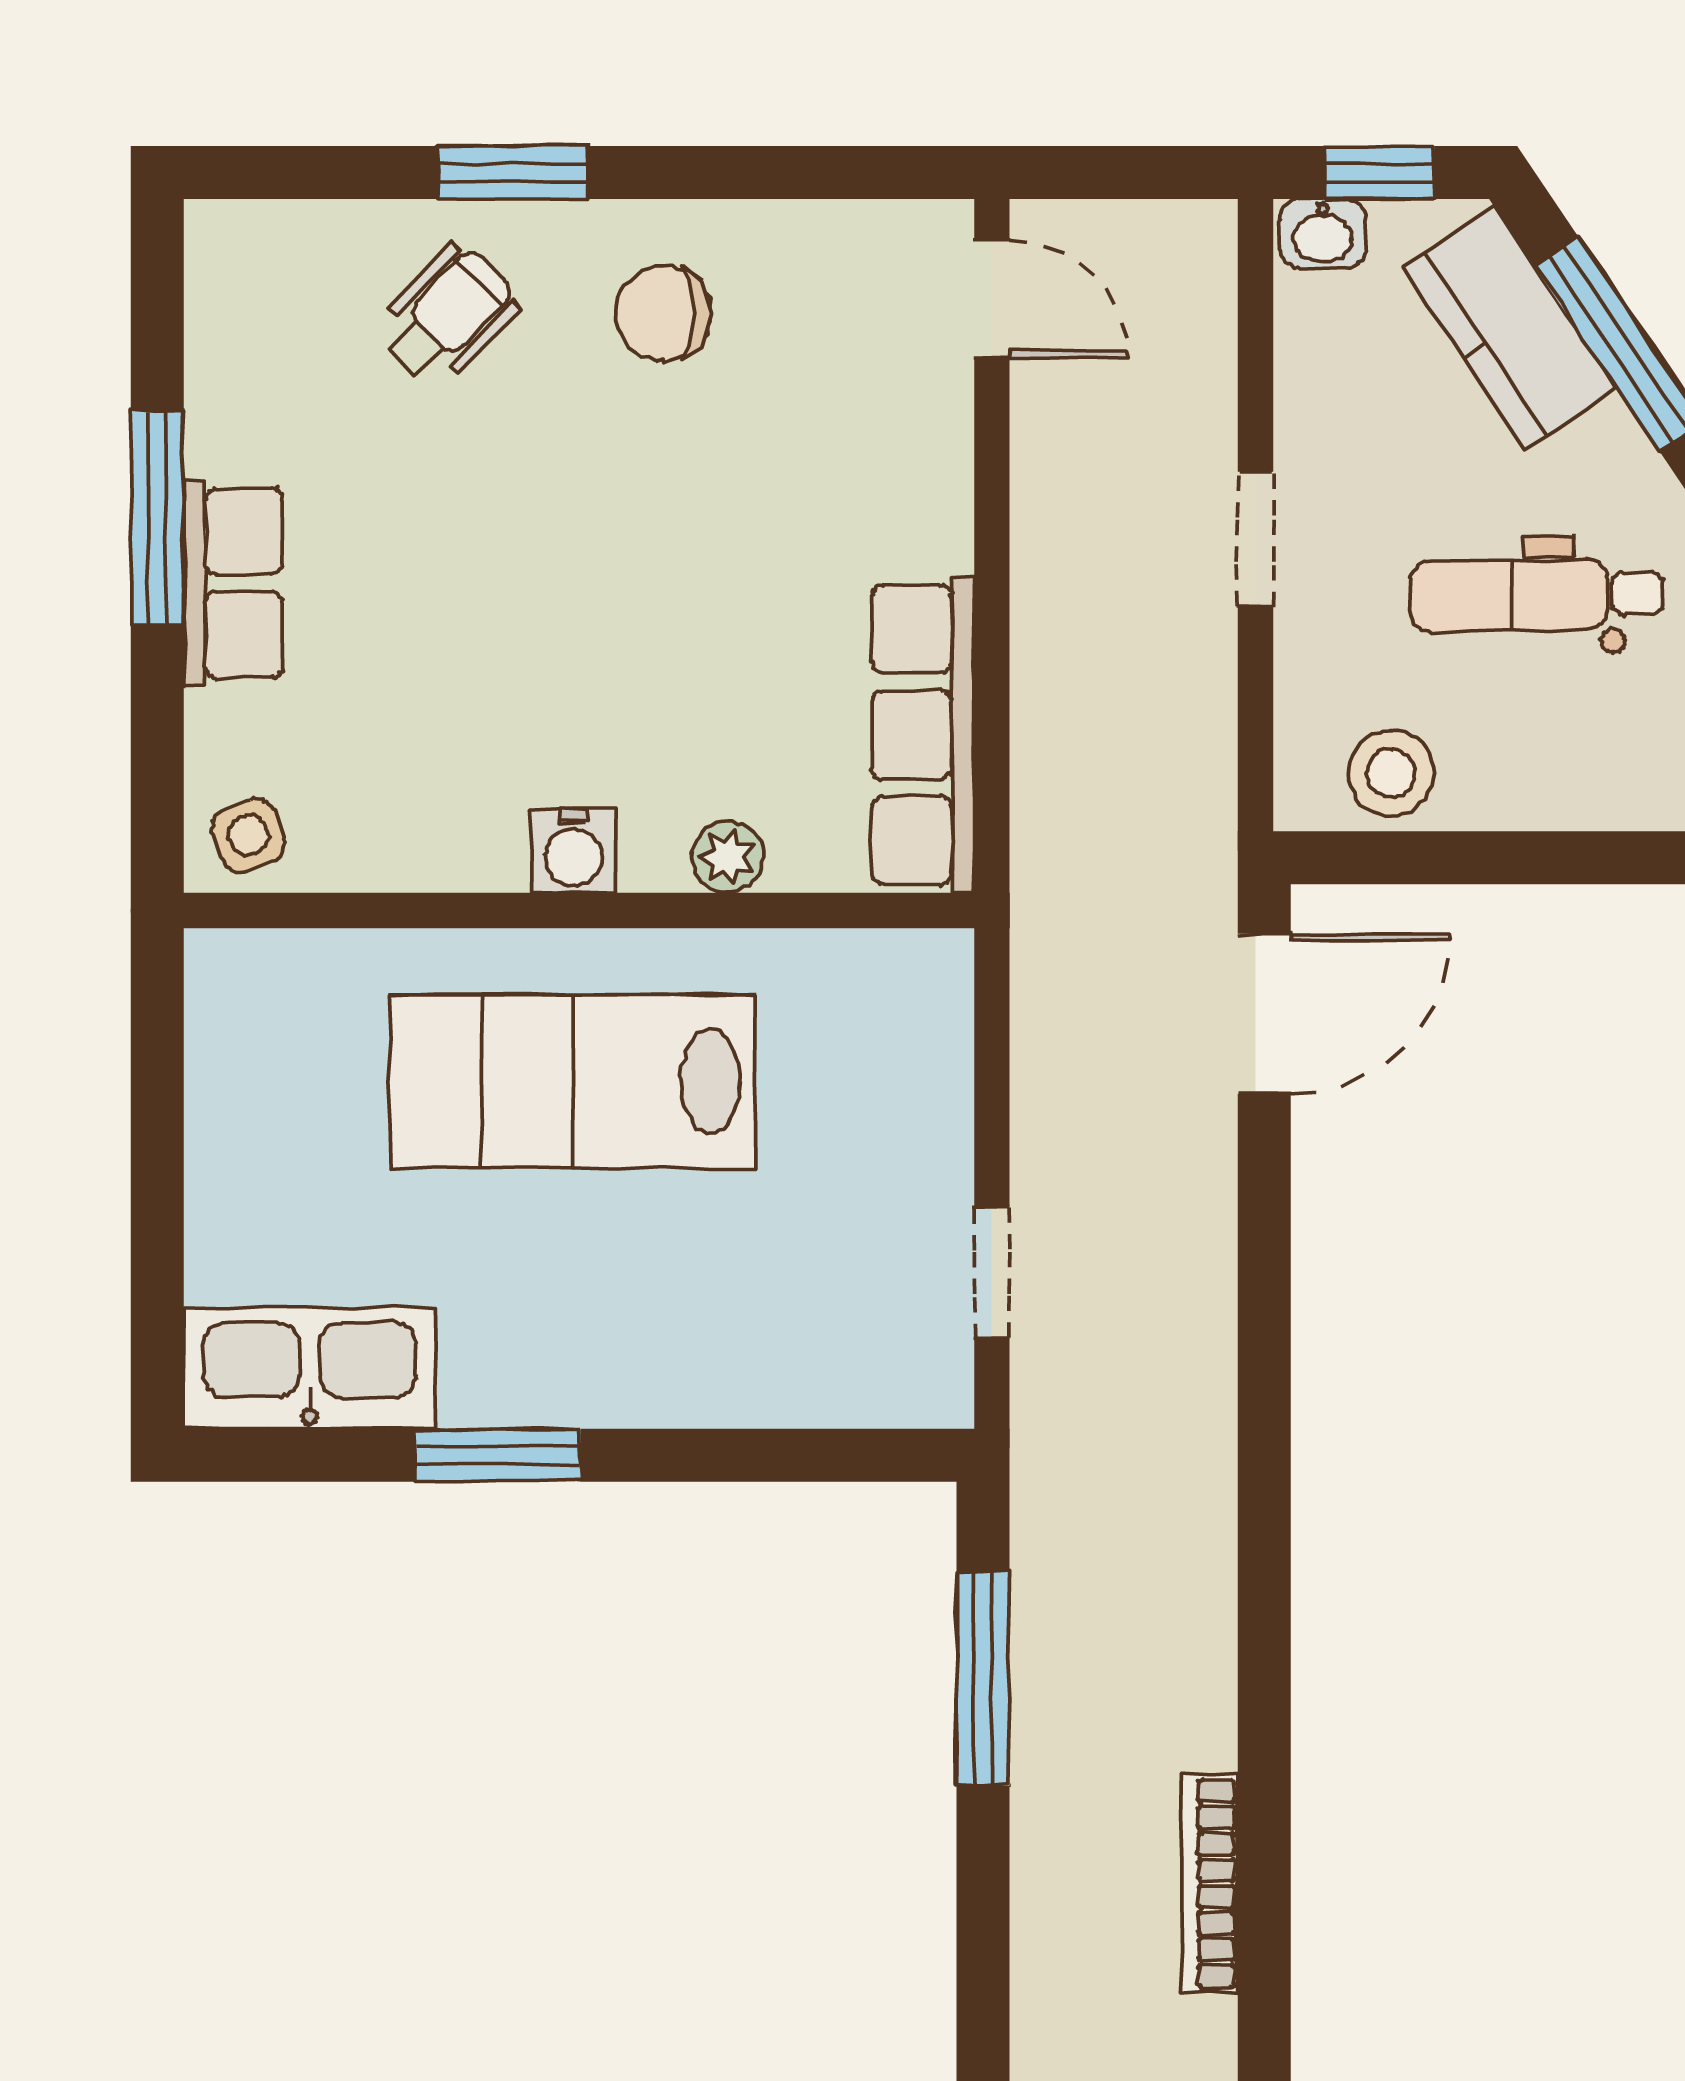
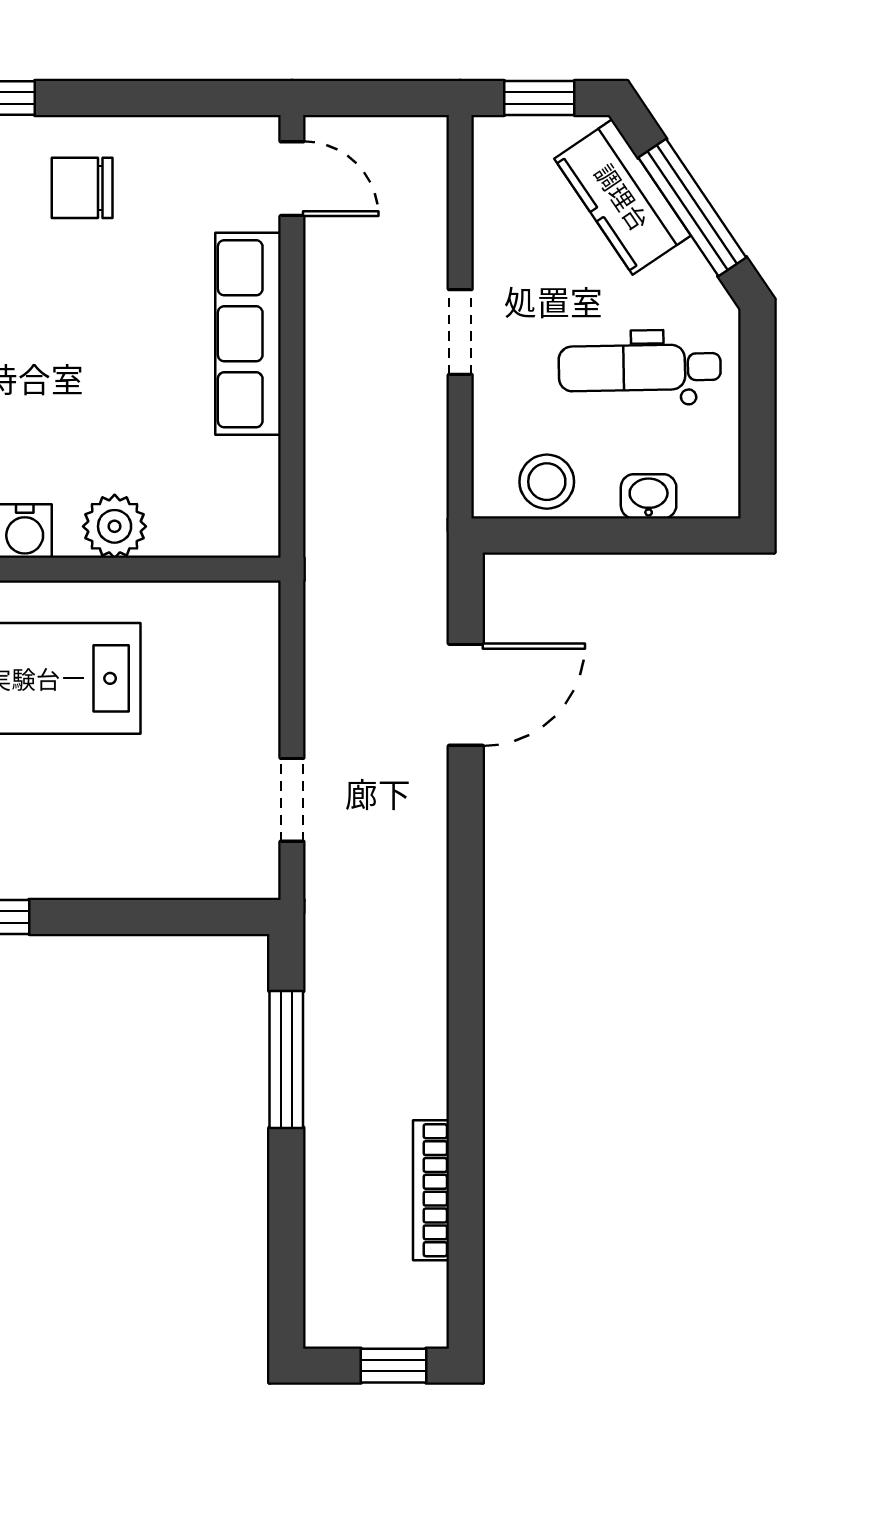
washbasin: (1323, 234) -> (649, 496), moved, turned 180
row of seats: (923, 735) -> (248, 334), moved
plant: (727, 857) -> (115, 526), width x1.38, depth x1.38
door: (1264, 1014) -> (466, 695), moved

